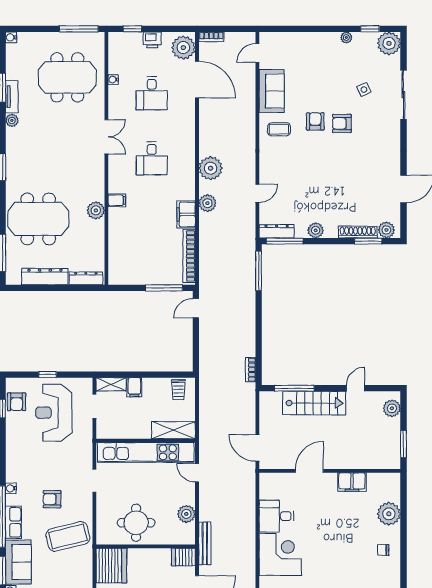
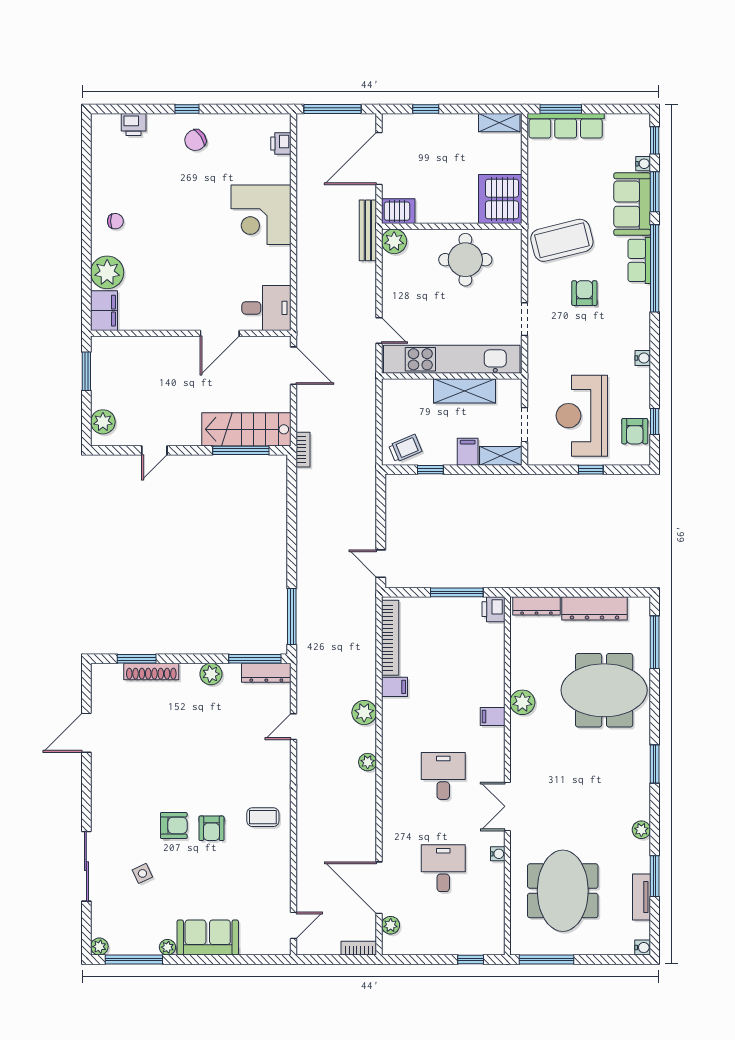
window: (370, 29) -> (134, 960), width x2.17
printer: (152, 40) -> (493, 609), moved, turned -90
plant: (389, 43) -> (99, 947), width x0.53, depth x0.53
plant: (183, 48) -> (391, 925), width x0.53, depth x0.53
meeting table: (67, 77) -> (563, 891), turned 90
water cooler: (113, 80) -> (498, 854), moved
sofa: (272, 91) -> (208, 938), moved, turned 90
tv unit: (12, 97) -> (641, 897), moved
plant: (211, 168) -> (368, 762), width x0.53, depth x0.53
filing cabinet: (186, 214) -> (395, 687), width x0.50
plant: (386, 230) -> (111, 675), removed
window: (164, 288) -> (457, 592), moved
door: (196, 308) -> (381, 564), swing flipped
bookcase: (251, 370) -> (303, 450), moved
window: (161, 375) -> (430, 470), added
trolley: (178, 390) -> (405, 448), turned 67
armchair: (17, 402) -> (635, 431), turned 180
stairs: (314, 403) -> (246, 429), moved
reception desk: (54, 413) -> (582, 416), turned 180
shelving: (173, 430) -> (464, 391), moved
filing cabinet: (352, 482) -> (104, 311), moved, turned 90
water cooler: (11, 488) -> (643, 358), moved
armchair: (52, 499) -> (584, 293), turned -90
plant: (186, 514) -> (394, 241), moved
desk: (276, 516) -> (266, 308), moved

